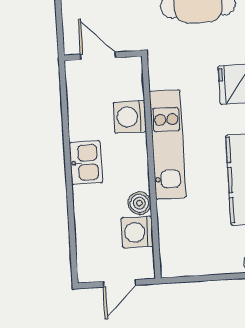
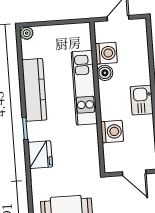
kitchen unit: (168, 144) -> (84, 88), moved

